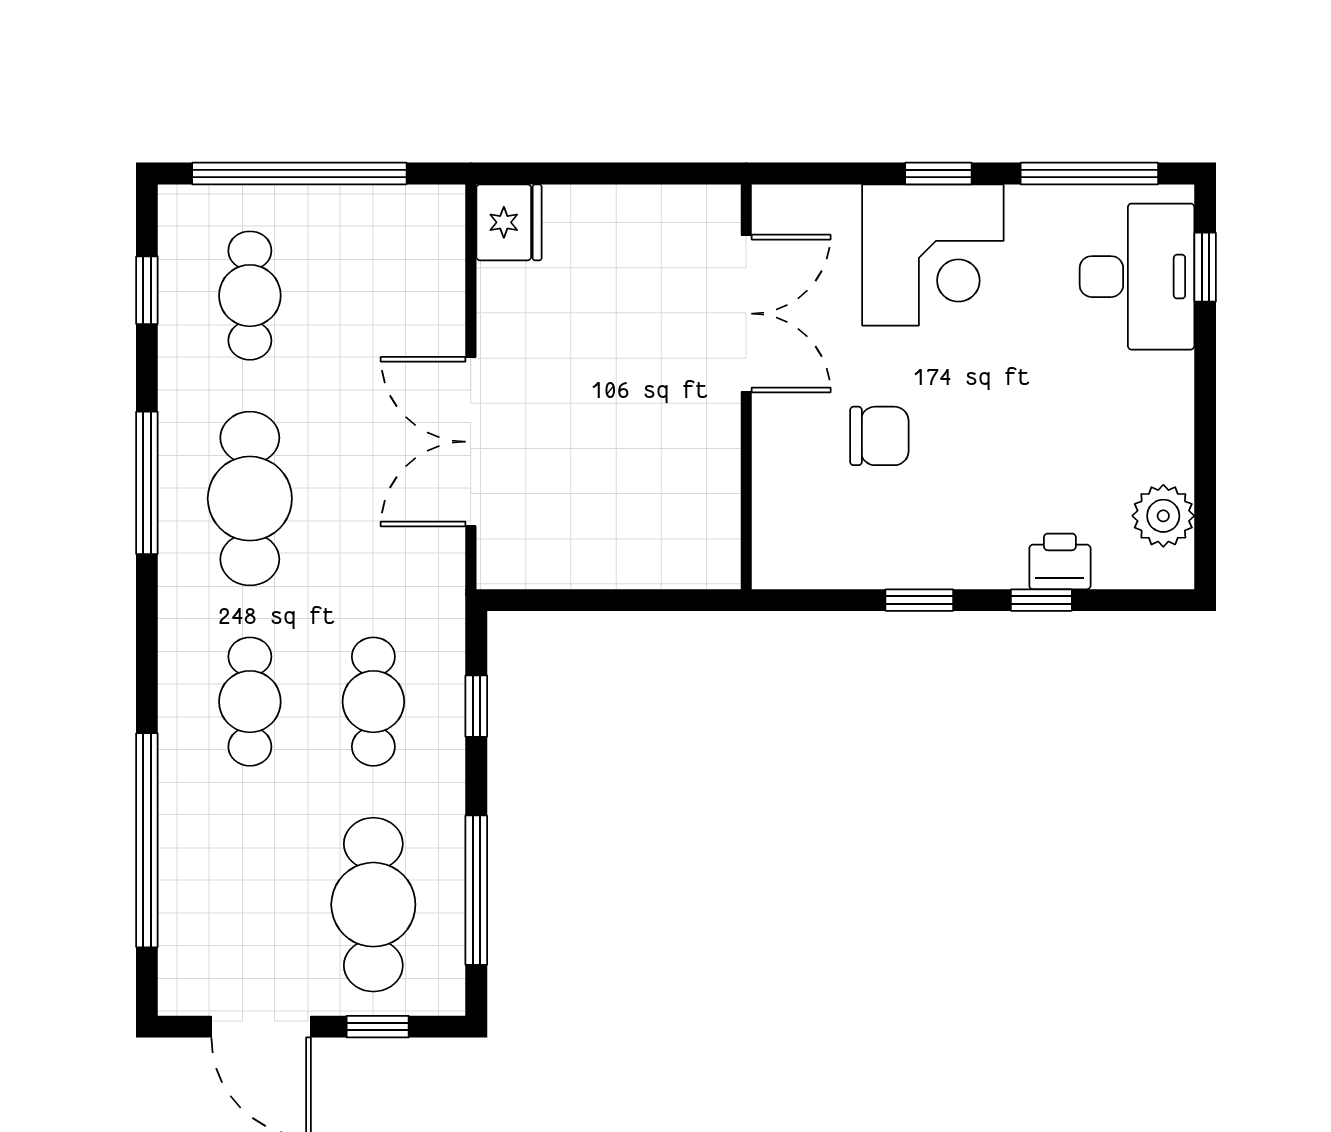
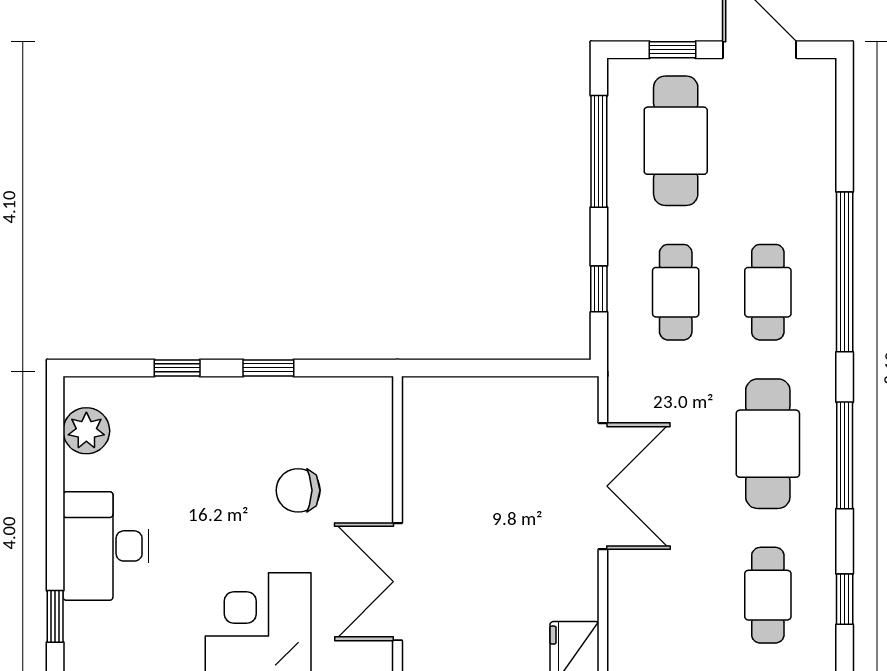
desk: (1137, 277) -> (106, 546), moved
printer: (1060, 561) -> (163, 397), removed
window: (147, 840) -> (845, 272), moved

